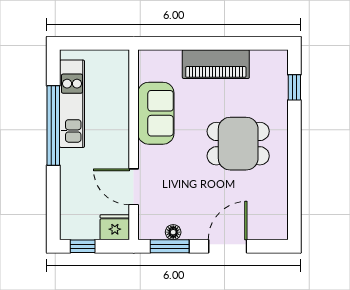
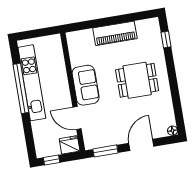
kitchen unit: (72, 104) -> (32, 83), width x1.36
sofa: (156, 113) -> (86, 85), moved
floor lamp: (173, 232) -> (172, 131), moved

